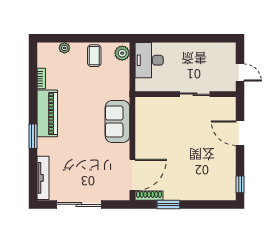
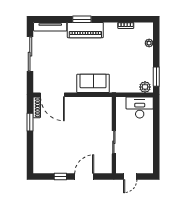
window: (109, 38) -> (156, 77), added
coffee table: (94, 56) -> (143, 66), removed
piano: (47, 113) -> (85, 30), moved
window: (240, 184) -> (60, 177), moved

